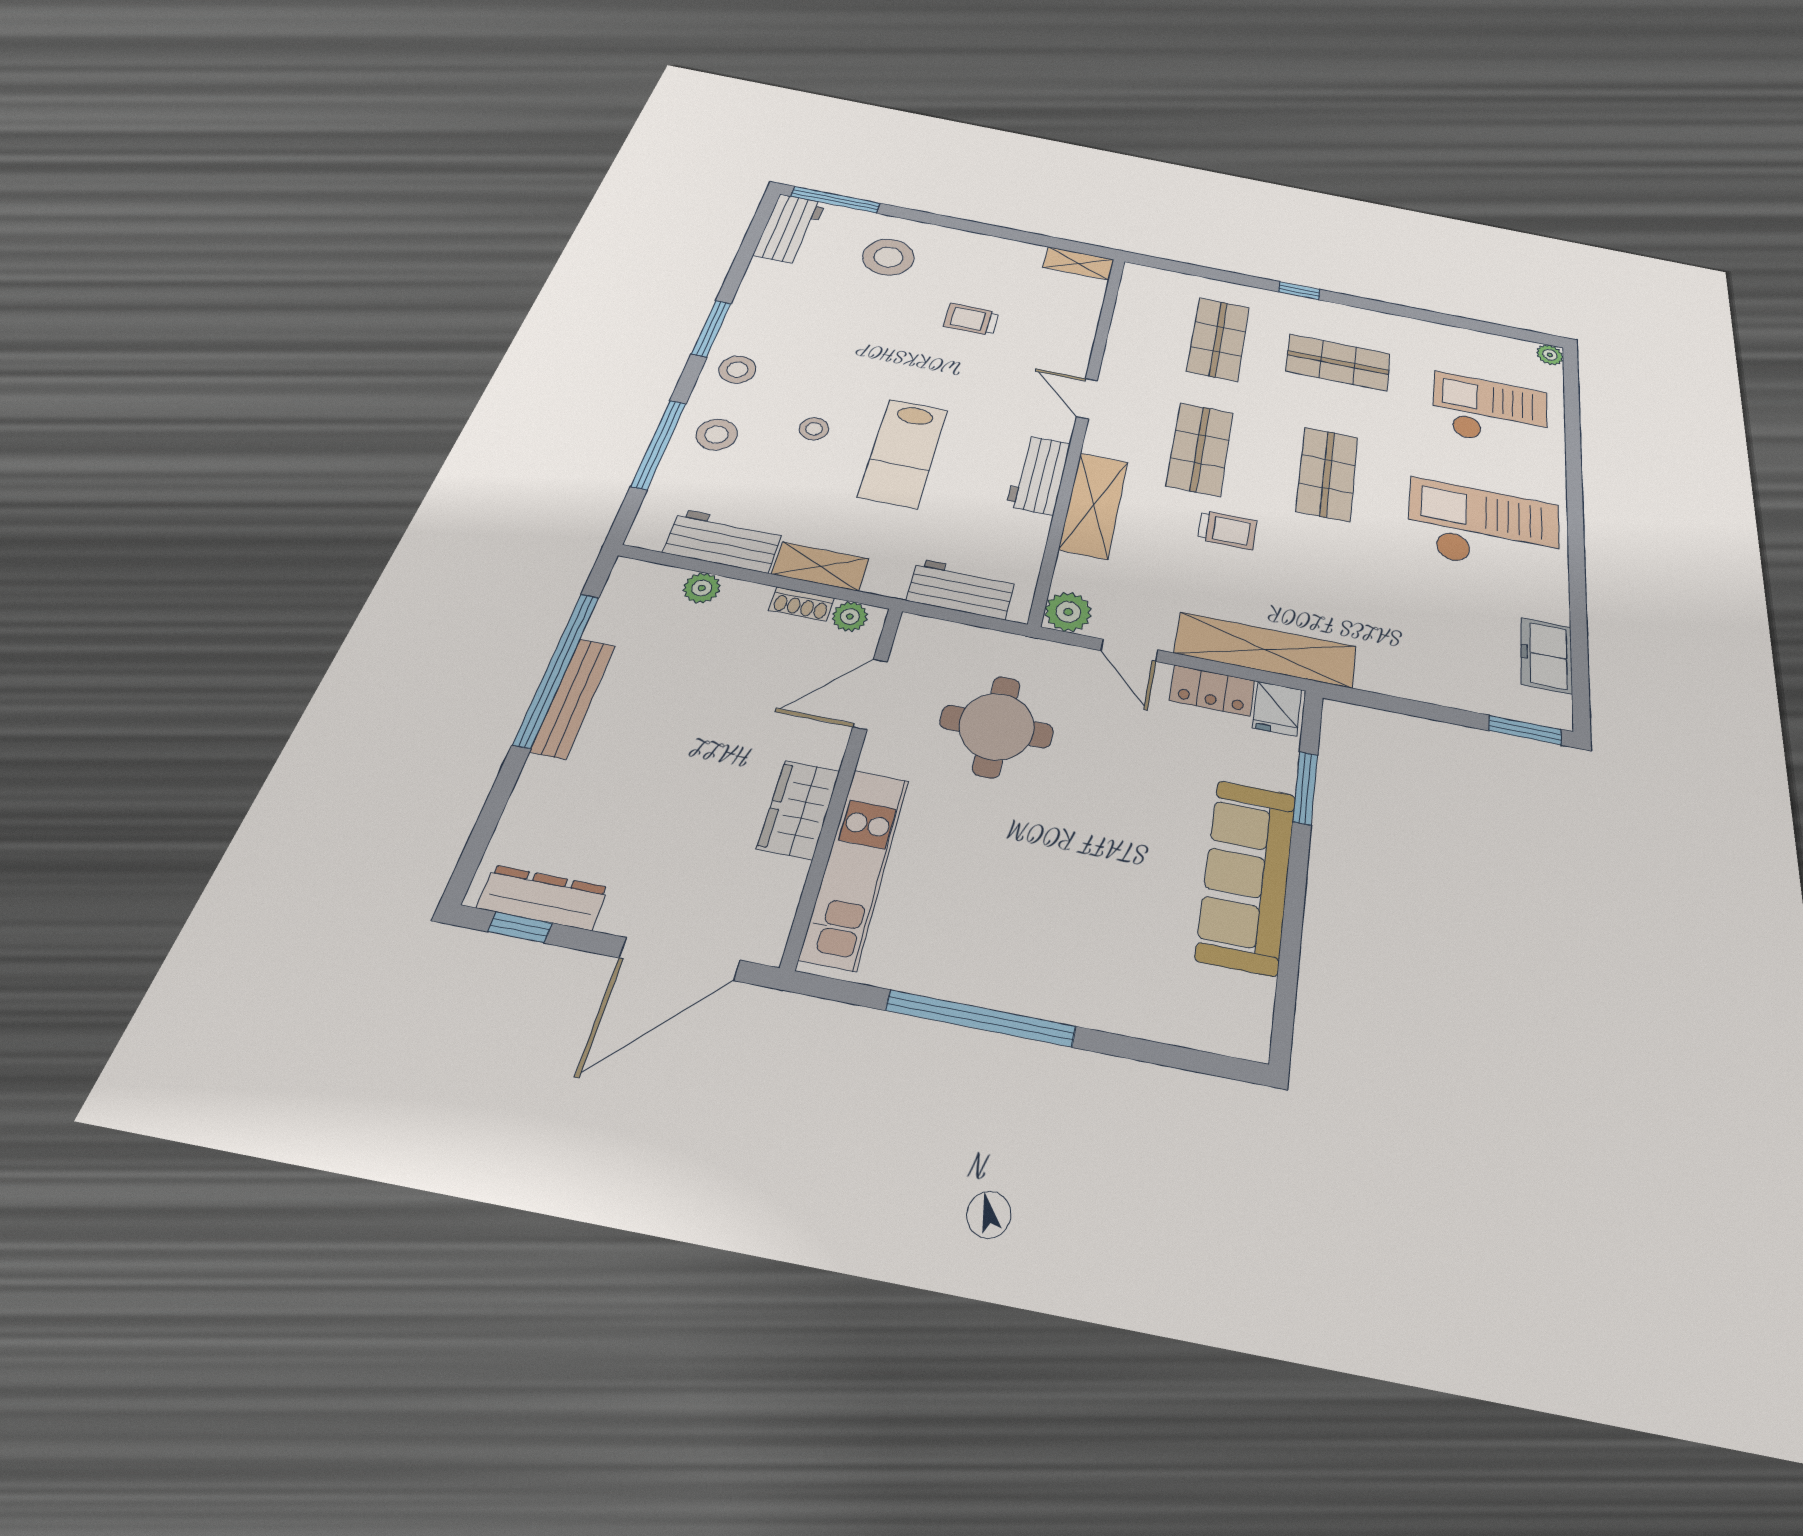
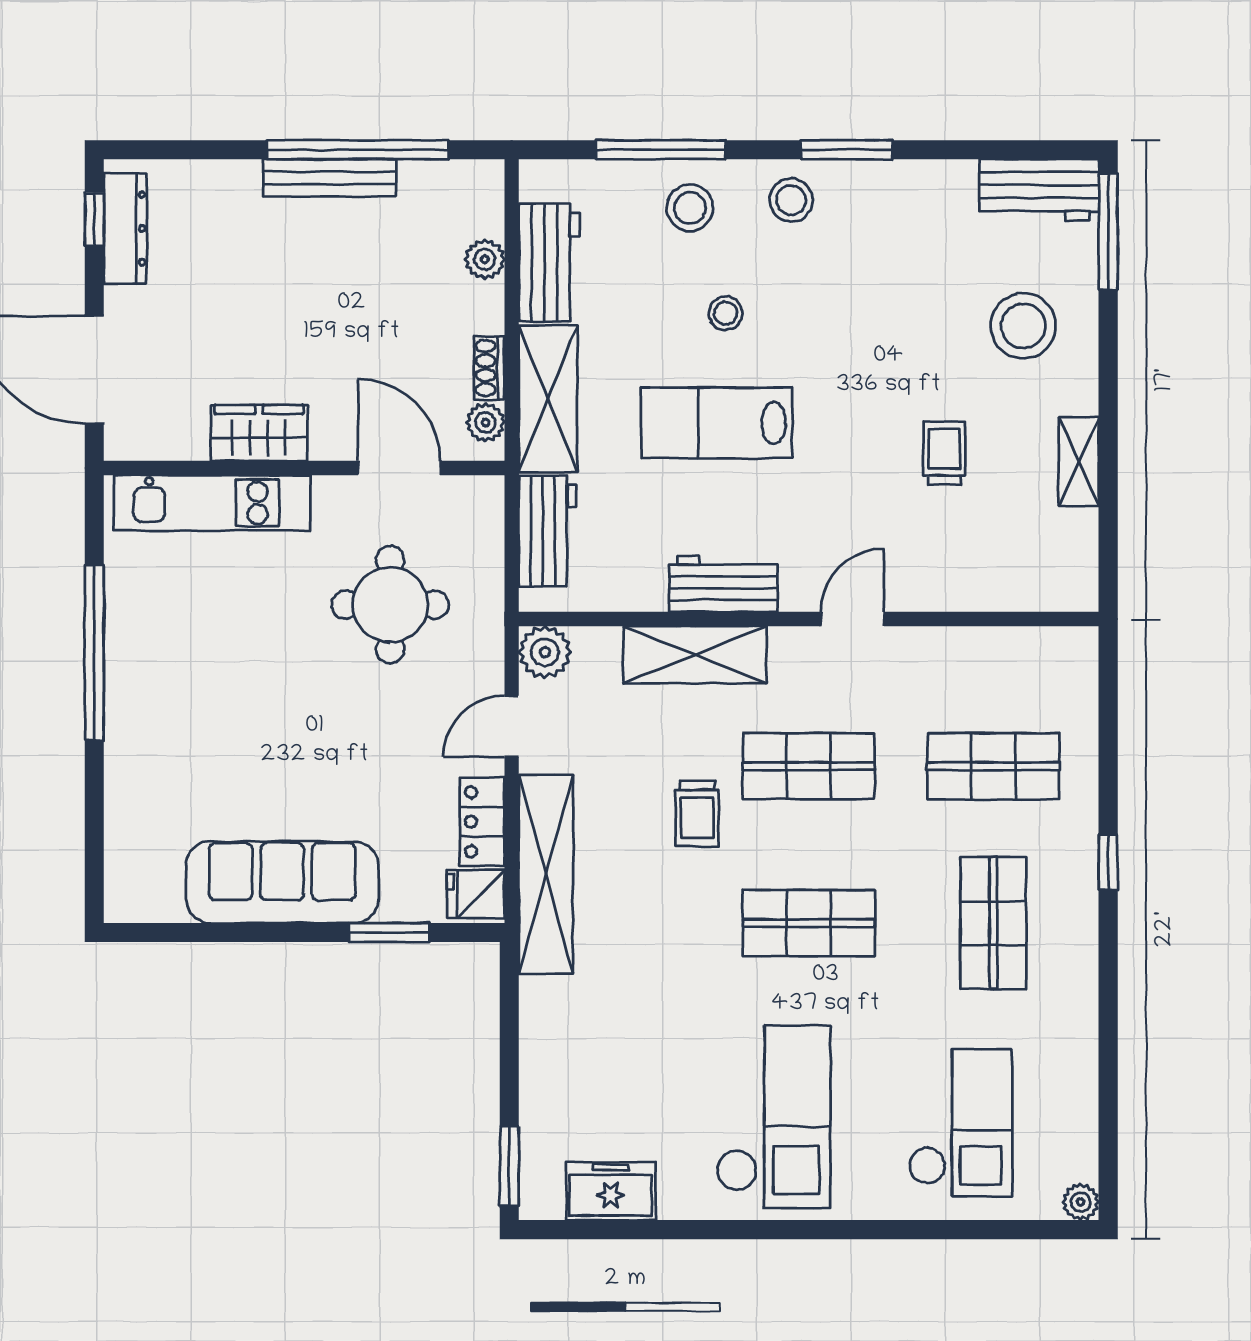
shelving: (1078, 263) -> (1079, 462), moved
shelving: (820, 566) -> (548, 399), width x1.50, depth x1.33

